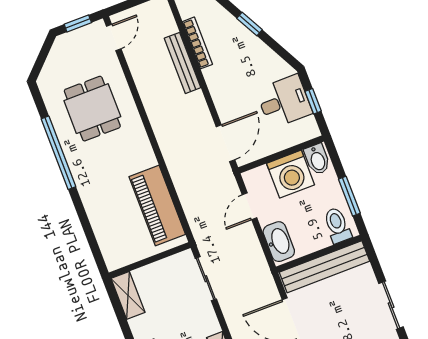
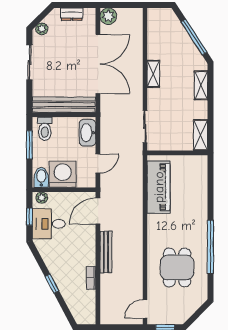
bookcase: (197, 43) -> (91, 278), width x0.64
bench: (183, 63) -> (106, 252), moved
plant: (306, 133) -> (42, 198), added

